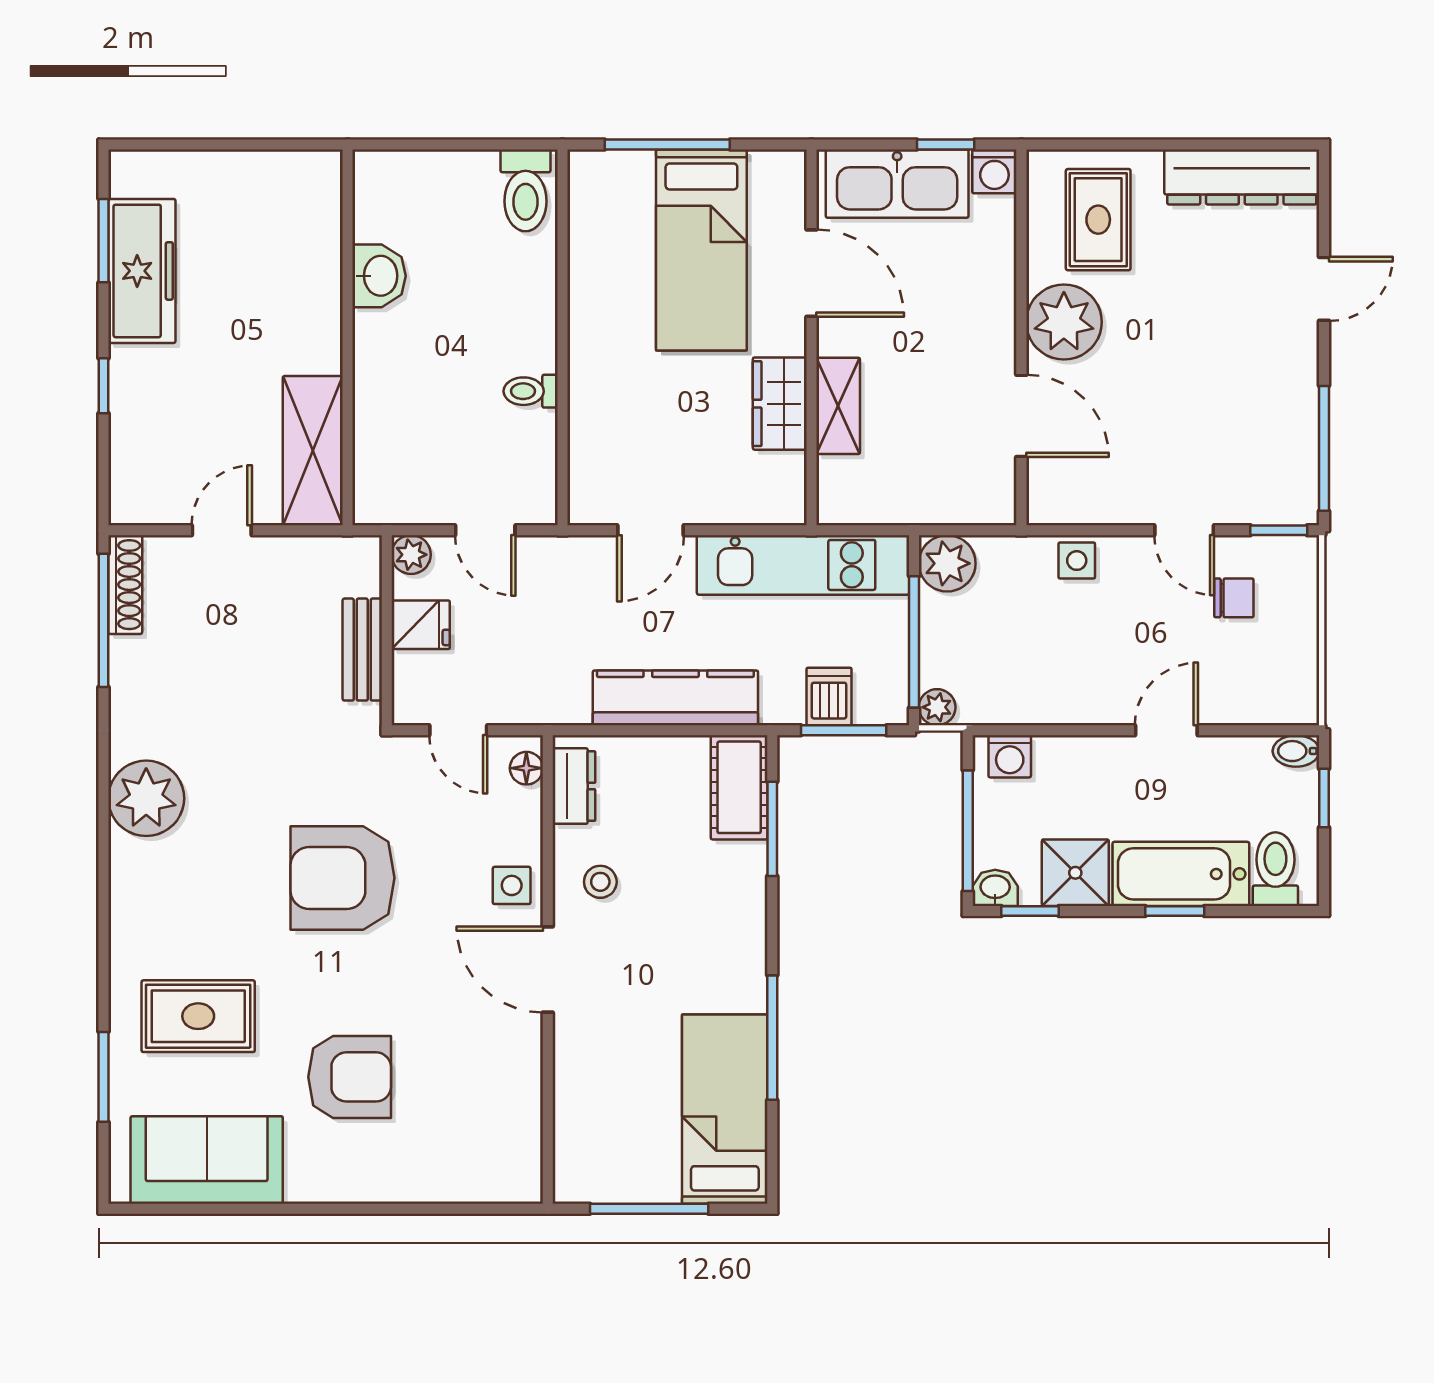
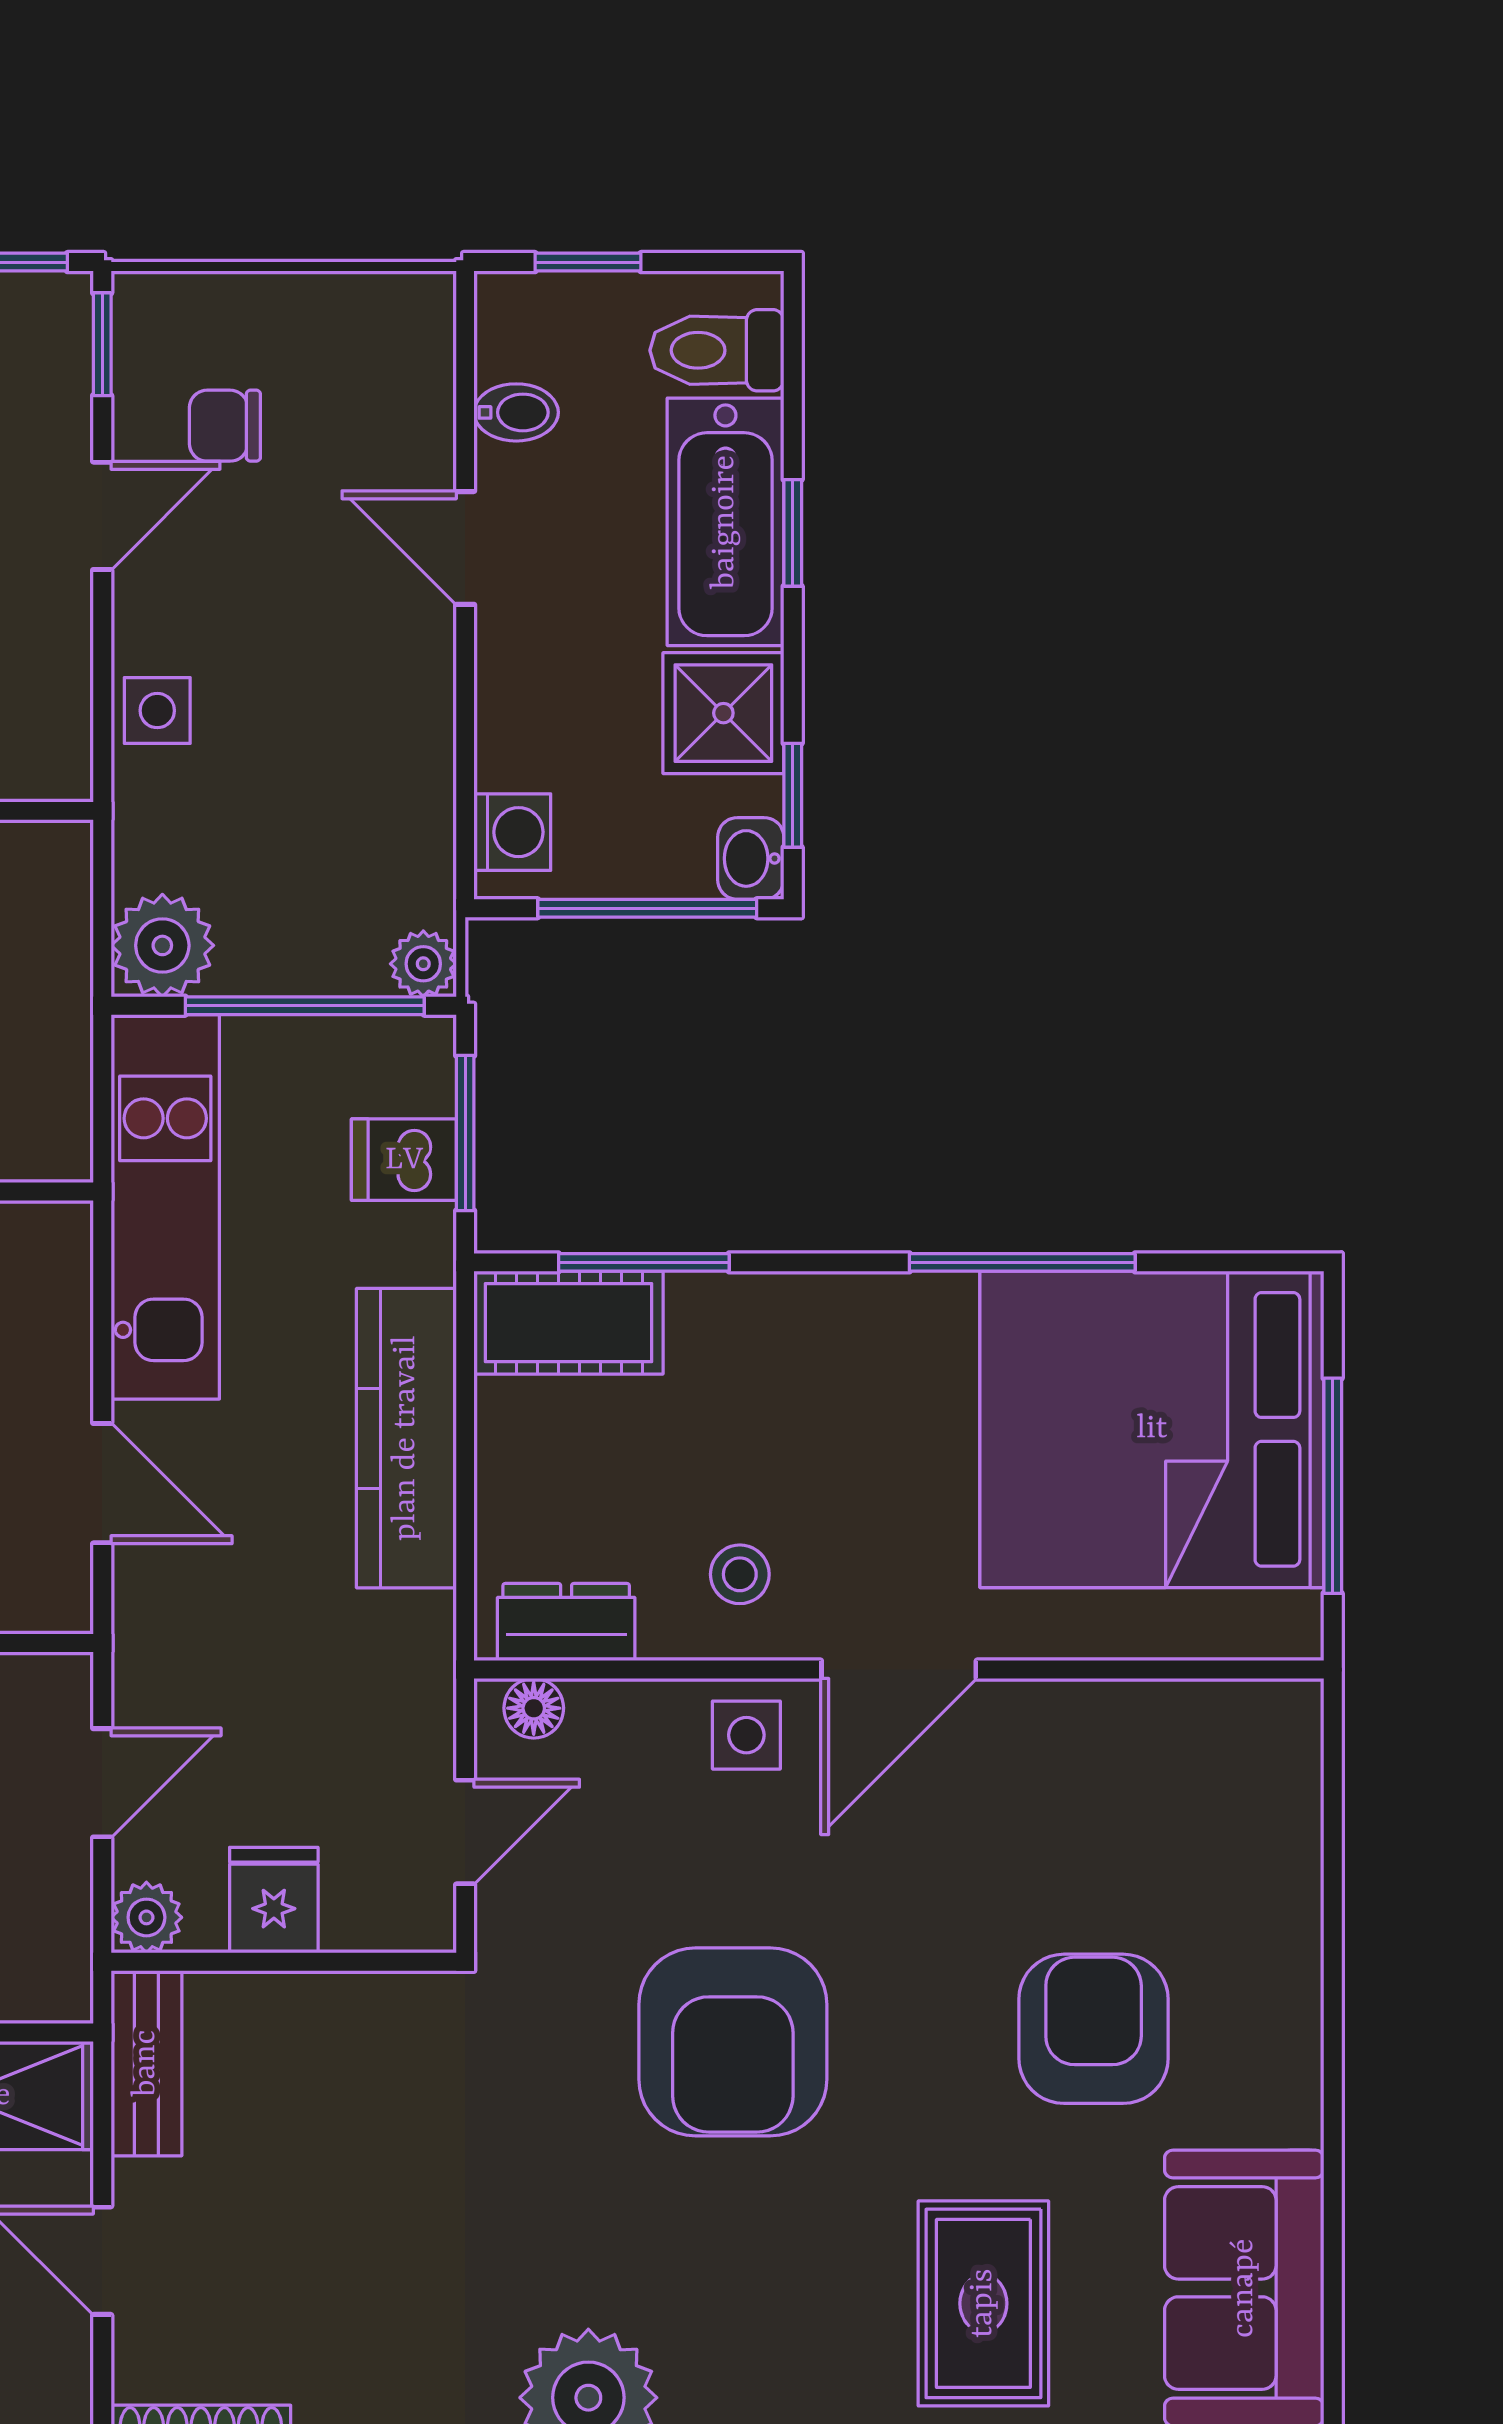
chair: (1234, 598) -> (225, 426), turned -90
bench: (362, 650) -> (146, 2063), moved, turned 90
bidet: (1296, 751) -> (516, 412), moved, turned -90
bed: (725, 1109) -> (1152, 1429), width x2.04

